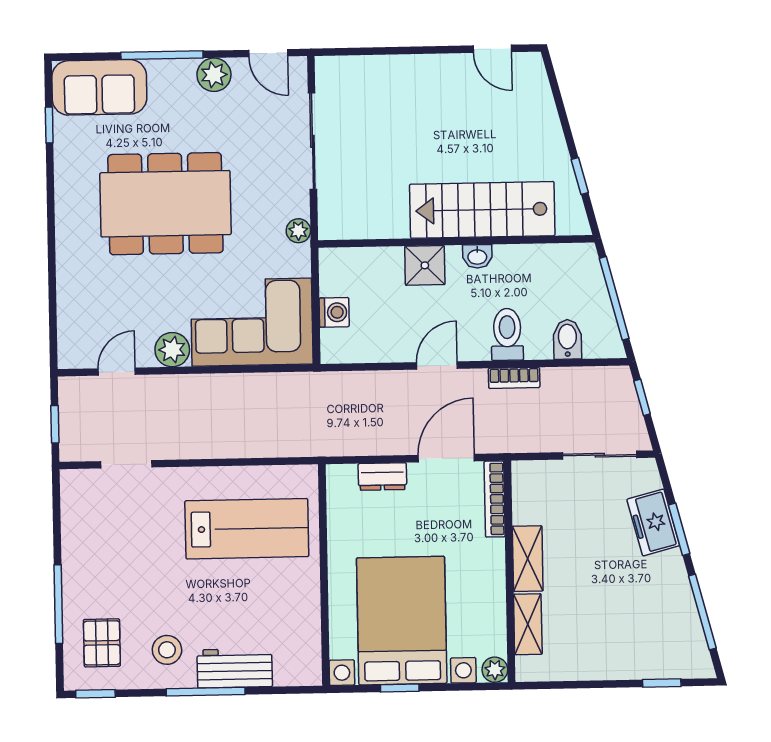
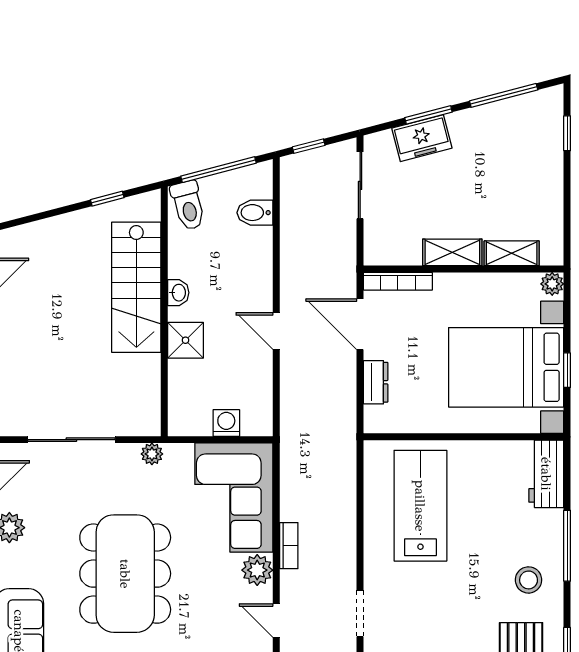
toilet: (507, 334) -> (188, 205), moved, turned -105
bookcase: (514, 378) -> (289, 546), moved
workbench: (235, 668) -> (546, 474), moved

